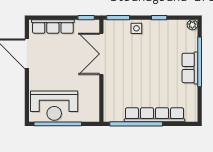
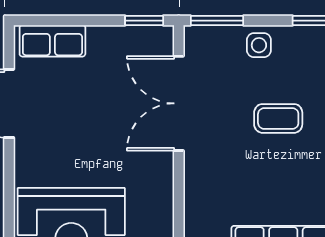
row of seats: (53, 26) -> (52, 41), width x0.68
coffee table: (145, 60) -> (278, 118), added

